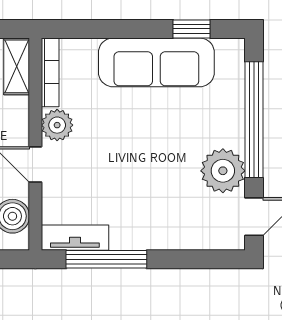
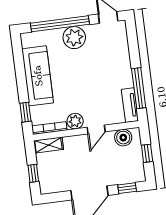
window: (192, 29) -> (25, 112), moved
plant: (223, 171) -> (74, 38), moved

